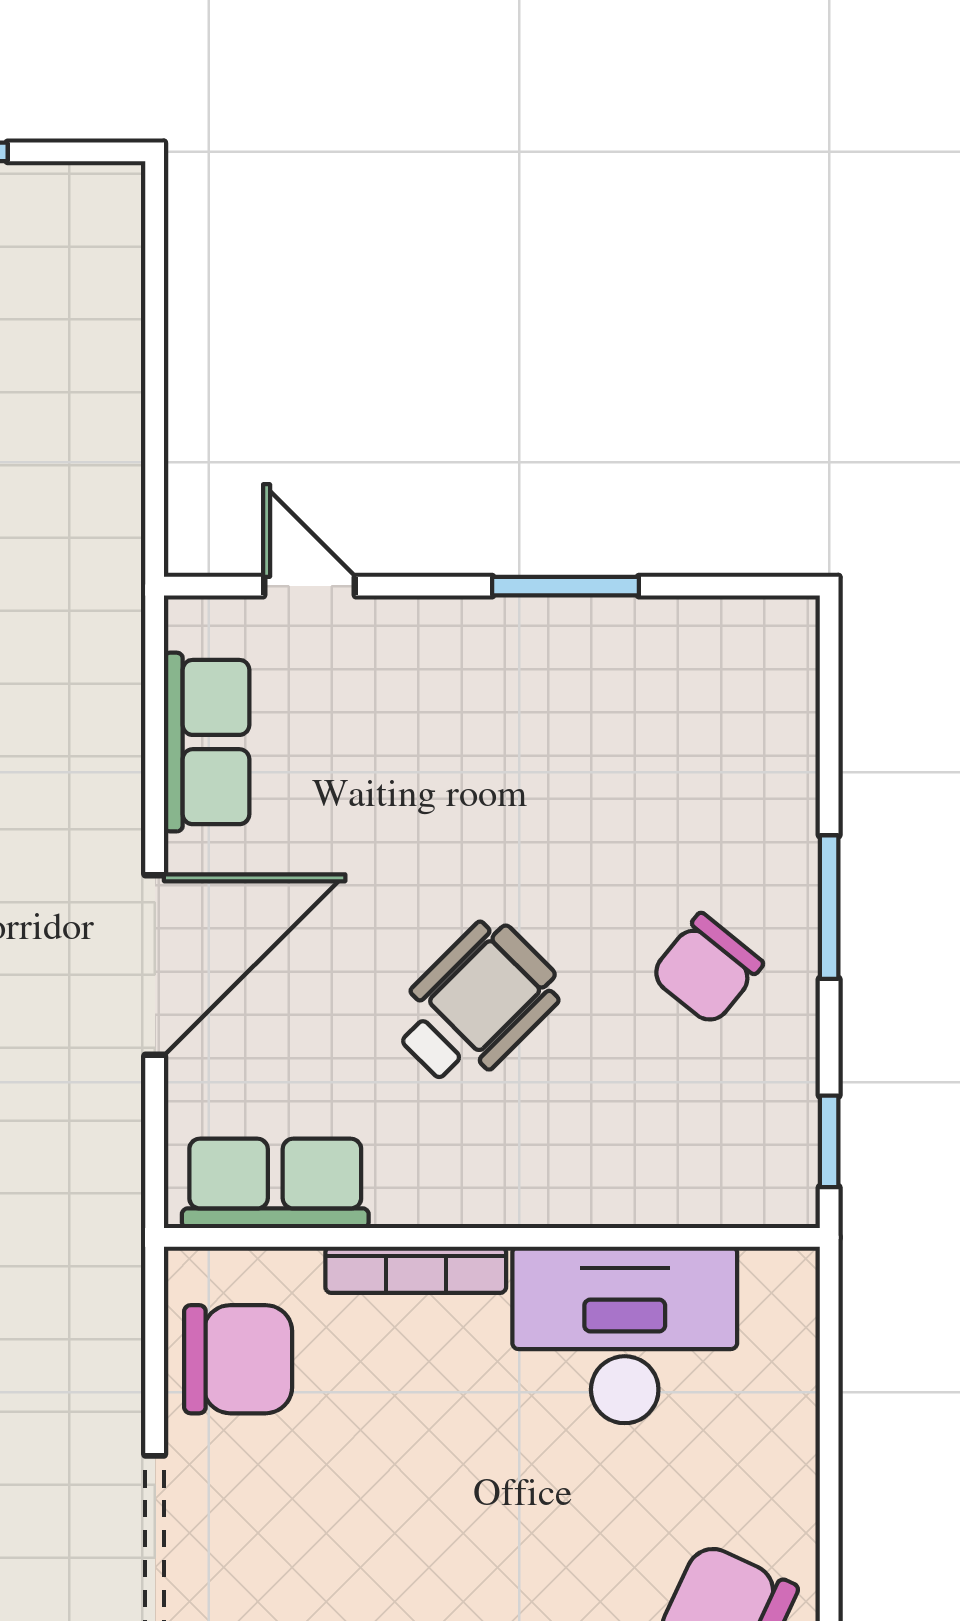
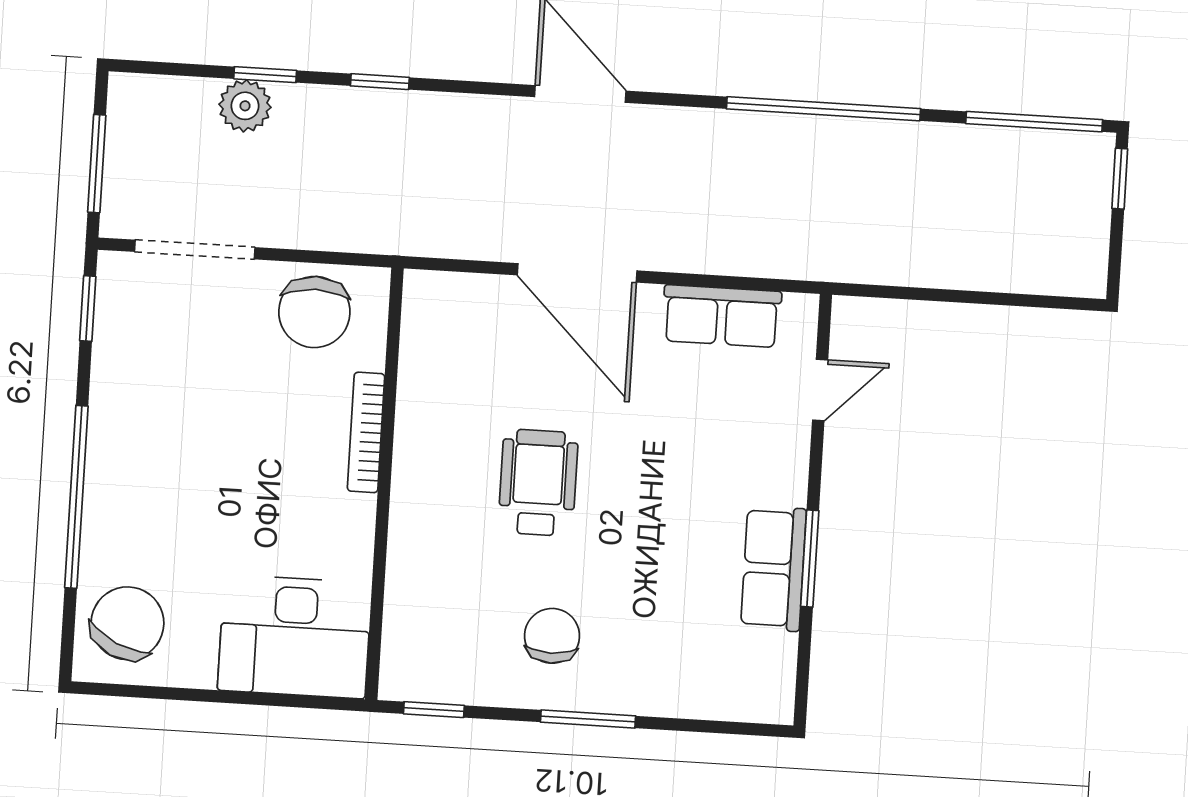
chair: (707, 969) -> (552, 636), turned 51
wheelchair: (476, 1005) -> (538, 483), turned -135
row of seats: (275, 1183) -> (774, 569), moved, turned 180
desk: (625, 1335) -> (295, 637), moved, turned 90

